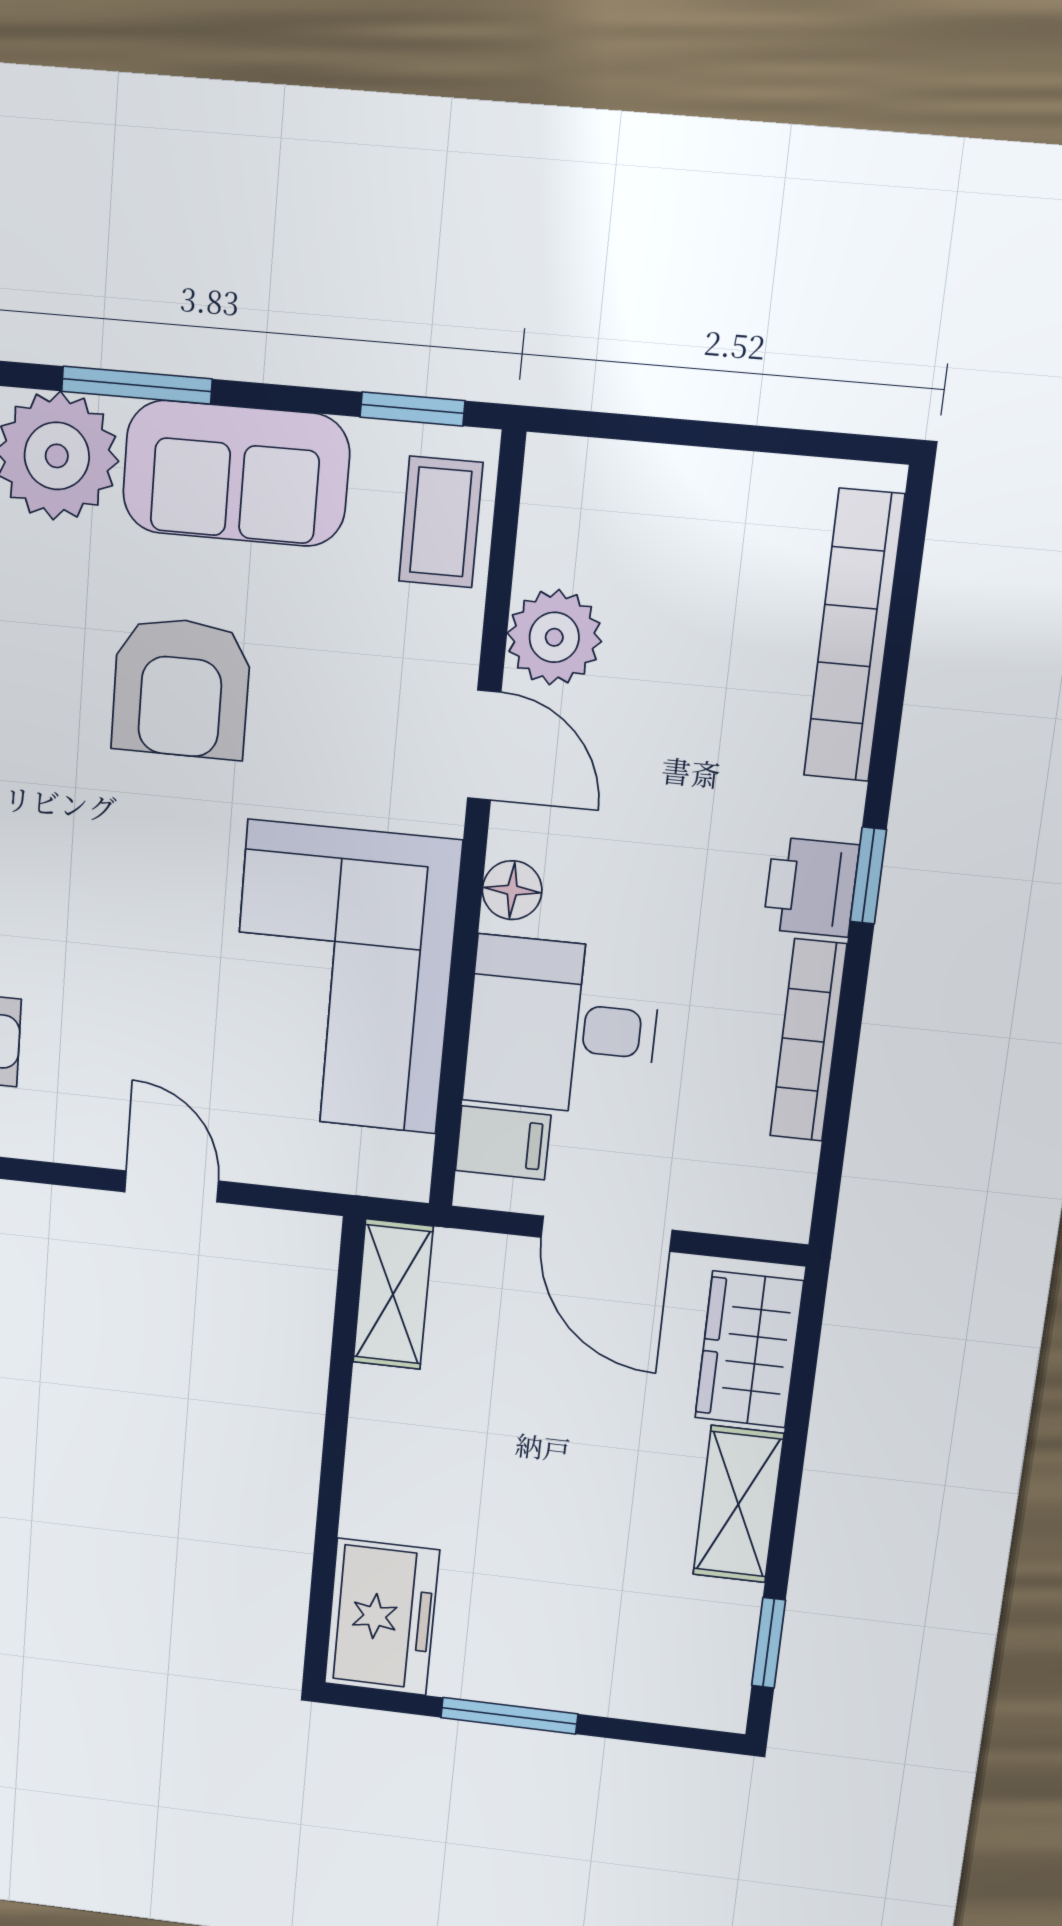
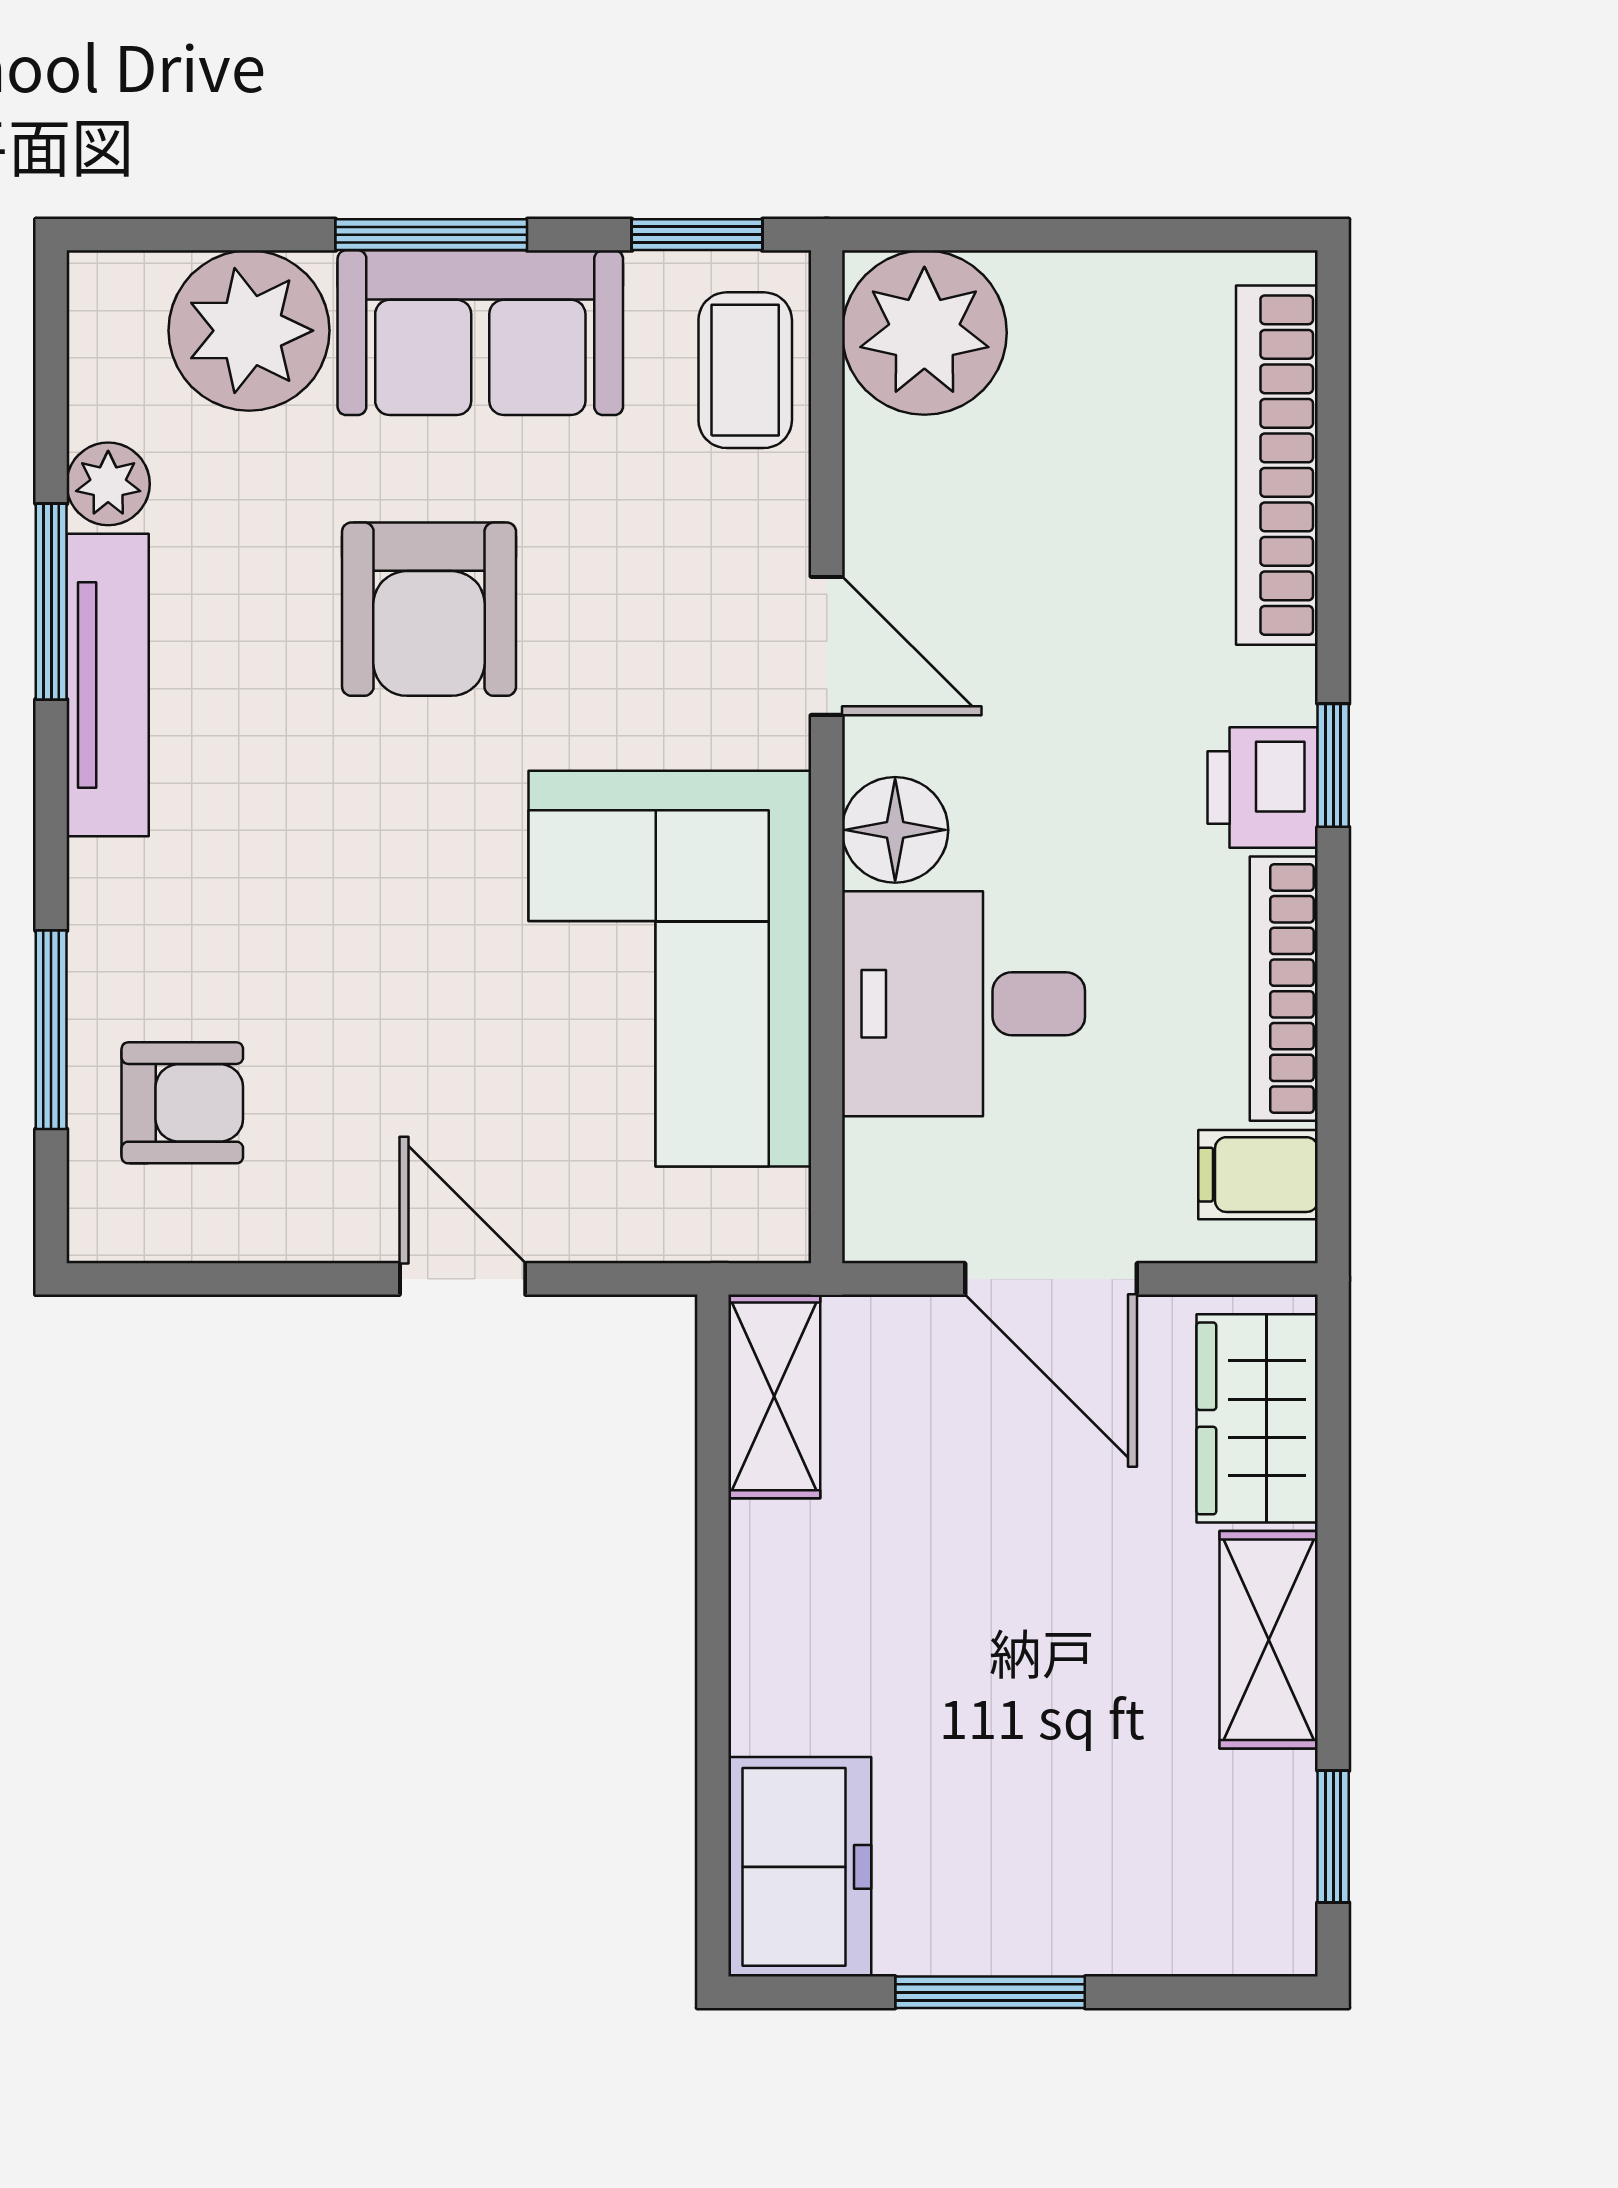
window: (137, 385) -> (431, 235), moved
plant: (554, 637) -> (924, 333), moved, width x1.36, depth x1.36
floor lamp: (512, 890) -> (895, 830), width x1.37, depth x1.37
filing cabinet: (503, 1143) -> (1258, 1175), moved, turned 180

